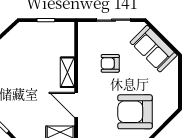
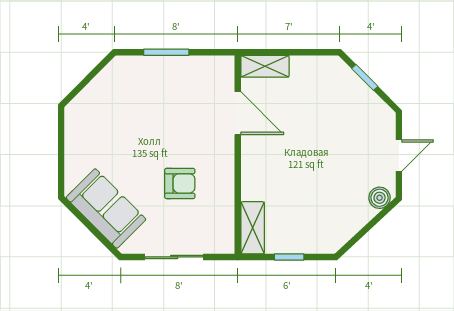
shelving: (67, 72) -> (253, 228), moved
armchair: (135, 112) -> (138, 101), removed

